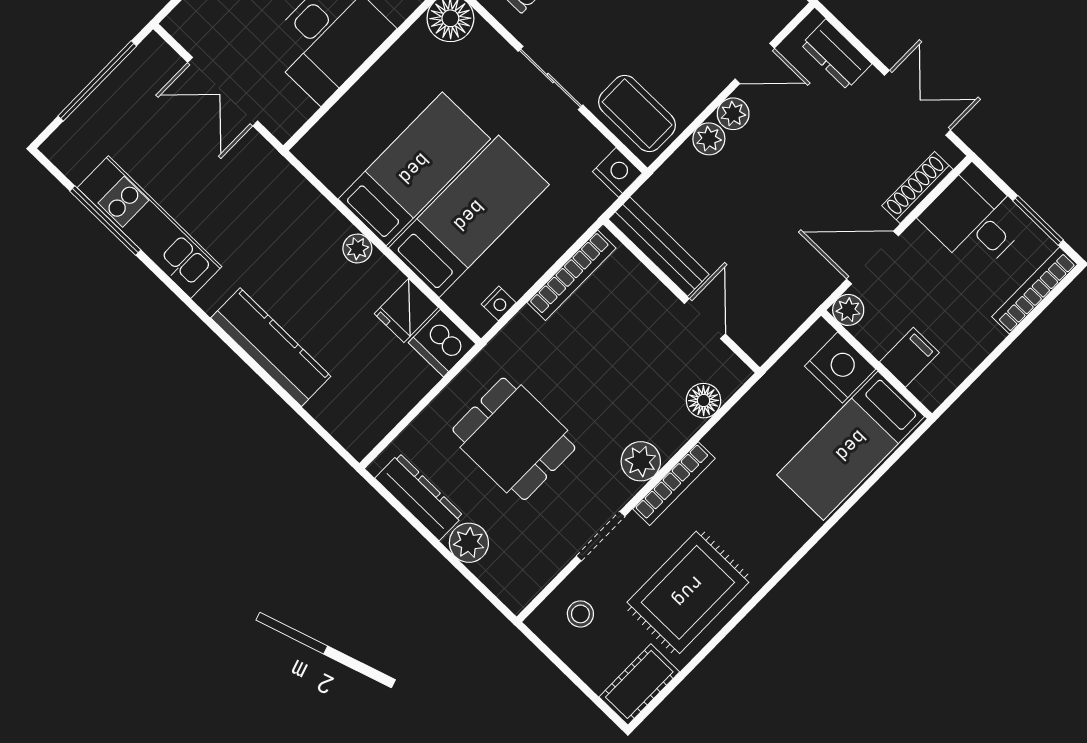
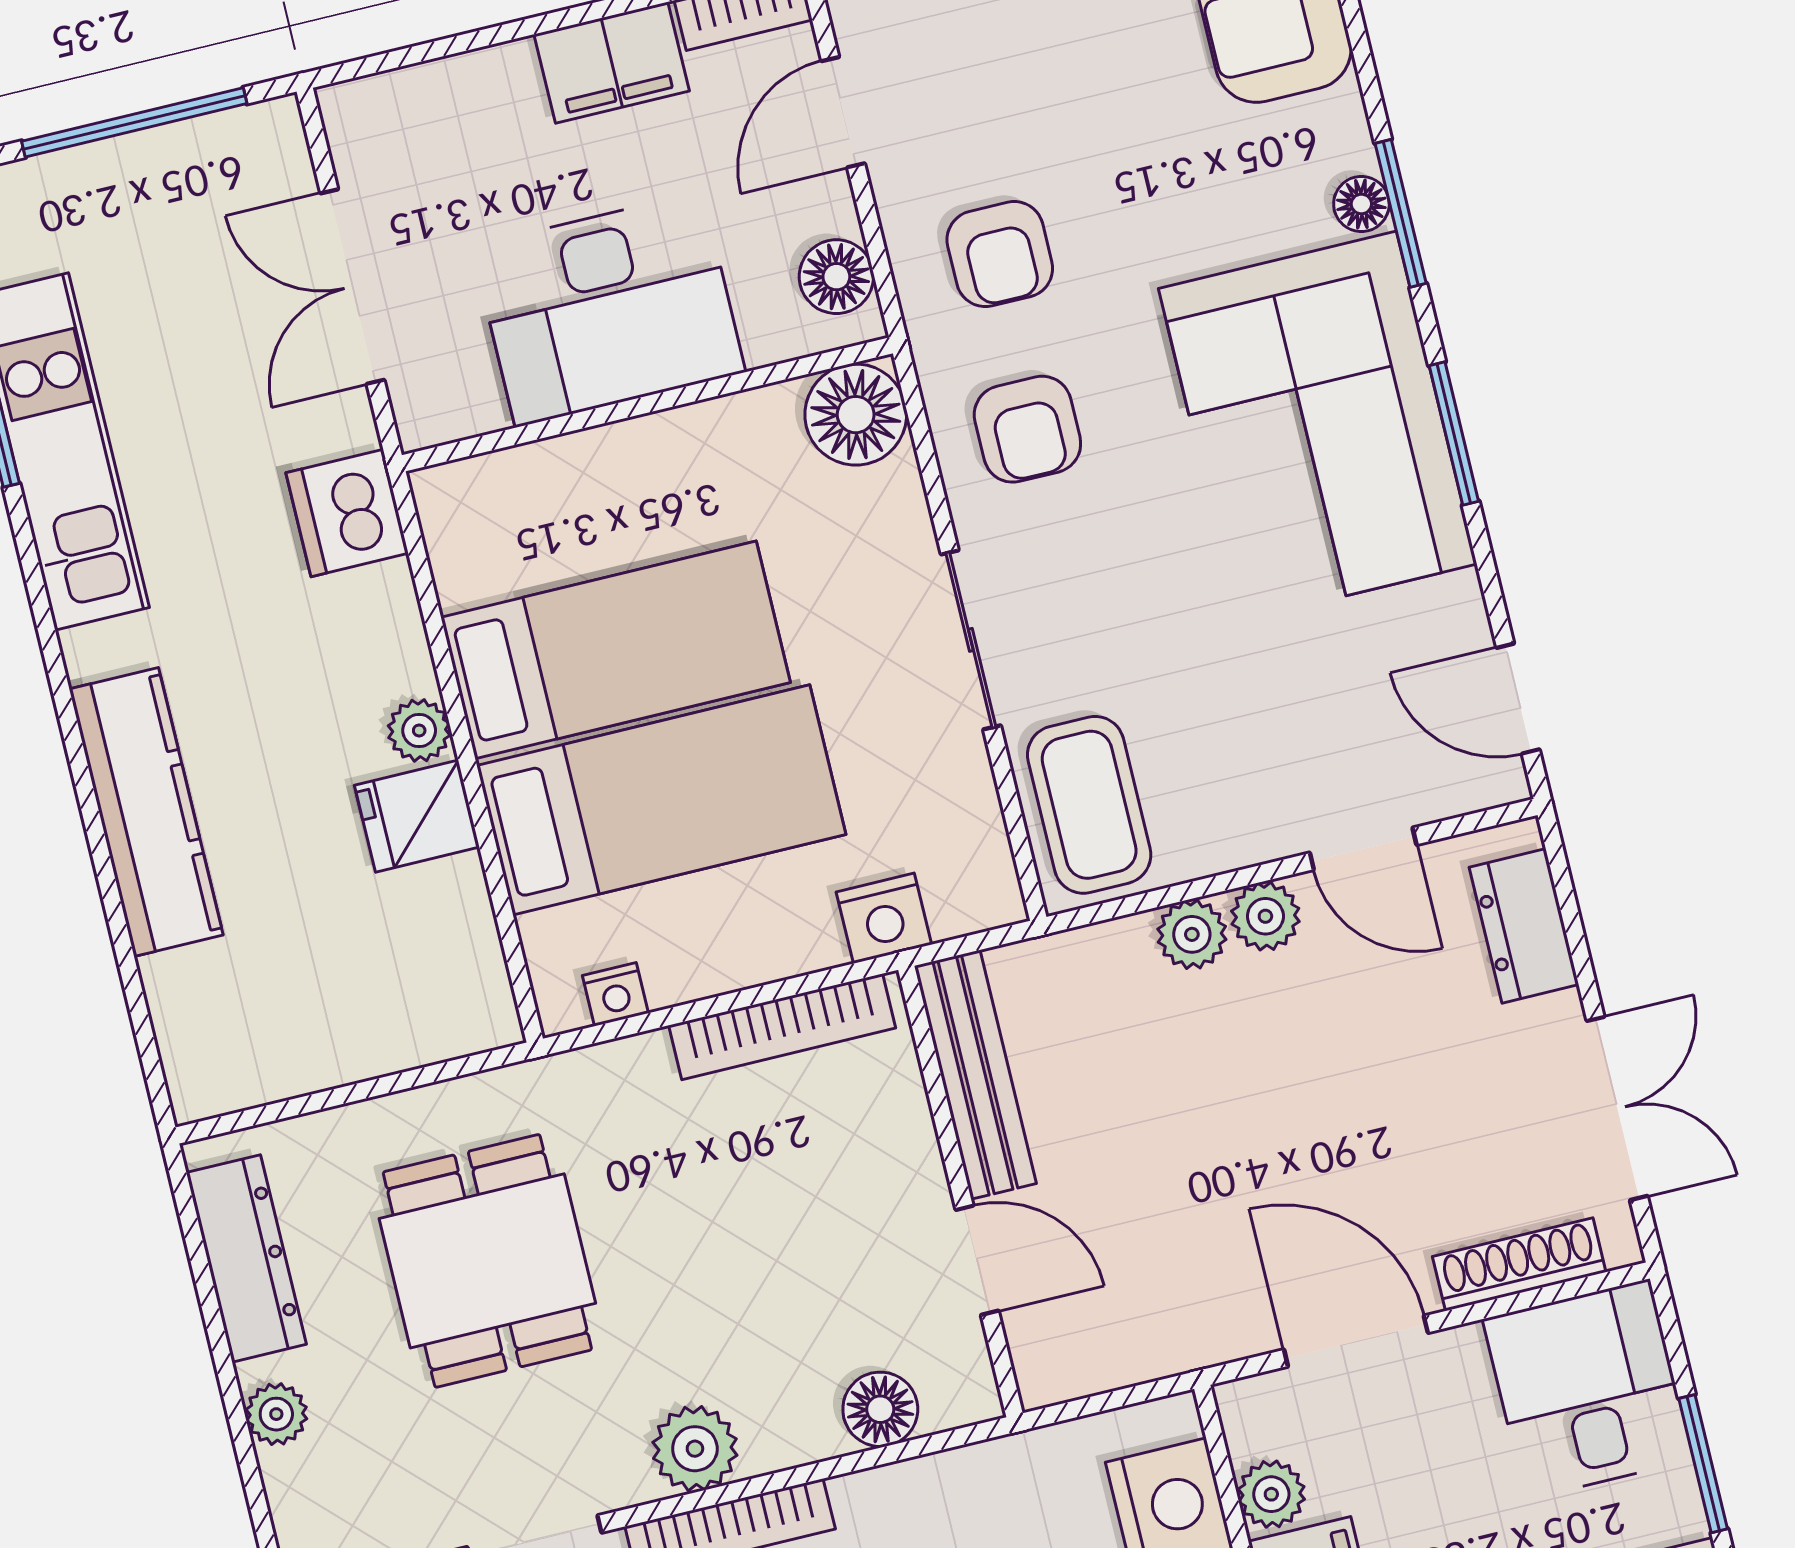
nightstand: (617, 172) -> (884, 918), moved, turned 90
plant: (848, 310) -> (1271, 1494), moved
fridge: (406, 311) -> (417, 816), moved
door: (705, 319) -> (977, 1260), hinge flipped
dishwasher: (442, 343) -> (347, 513), moved
plant: (469, 543) -> (276, 1414), width x0.73, depth x0.73

